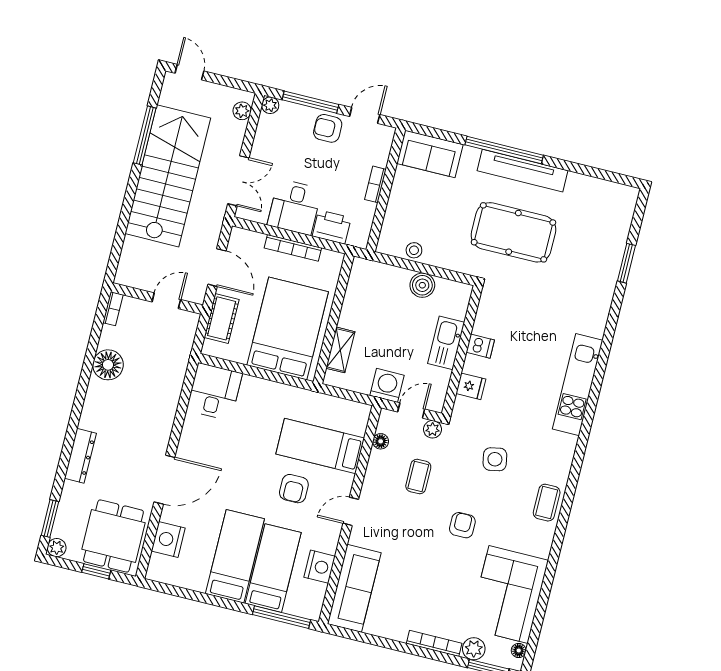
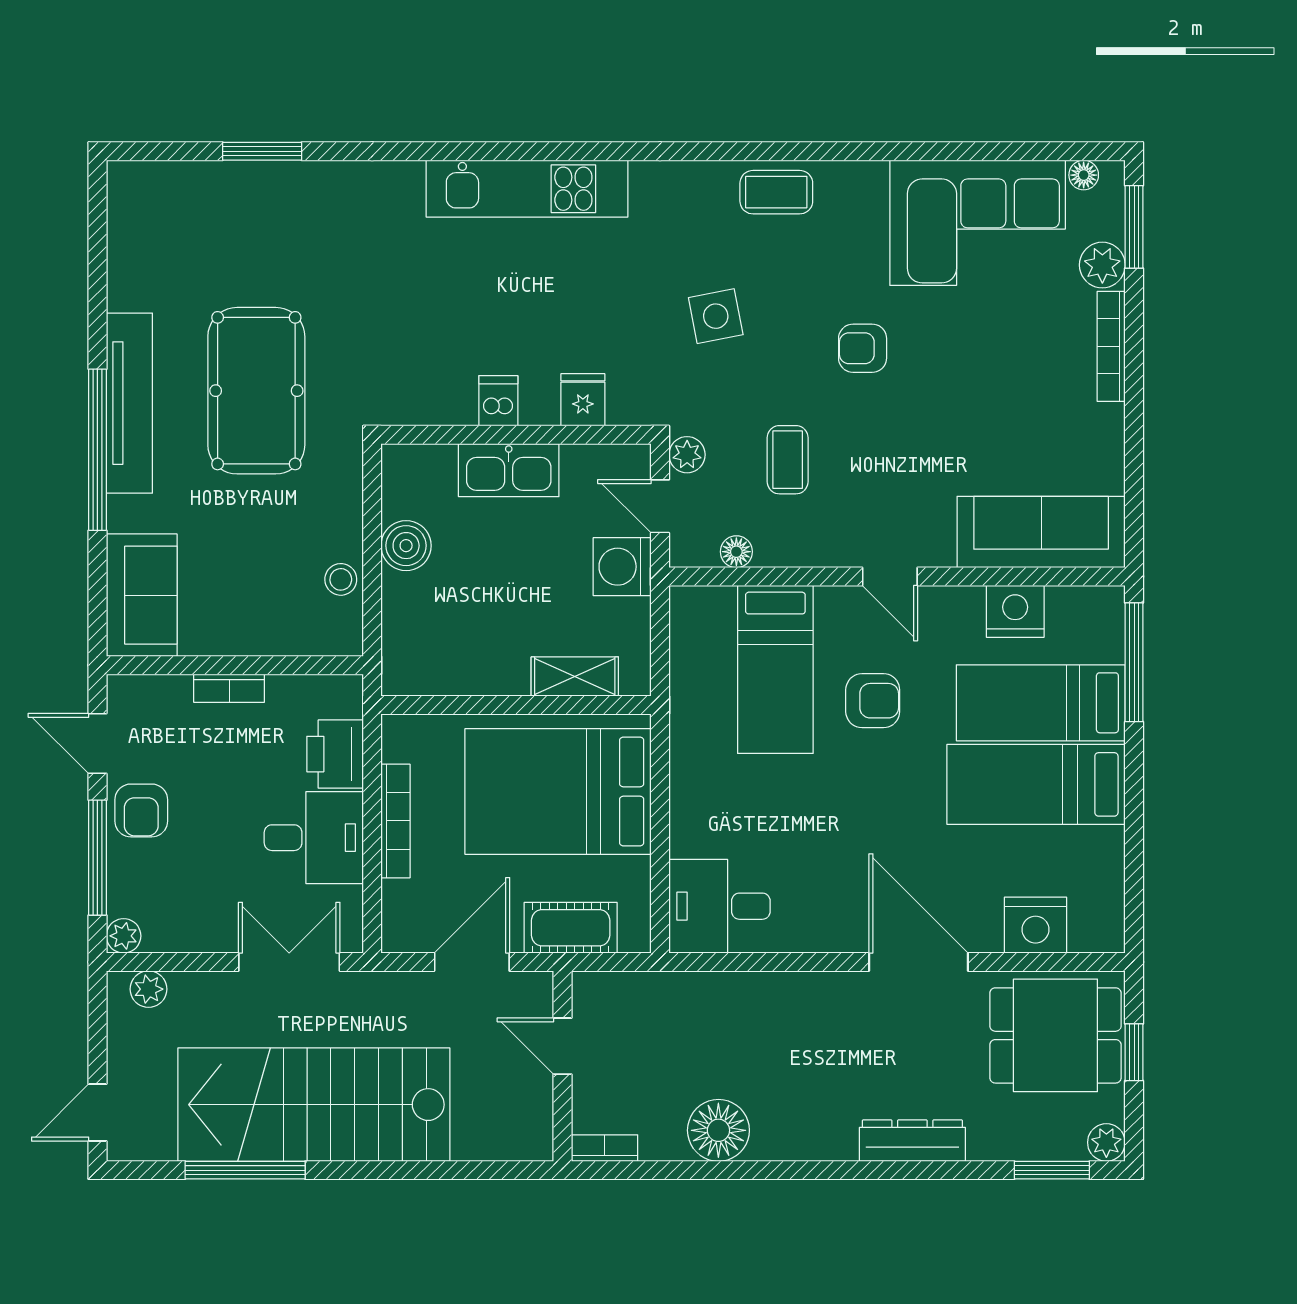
coffee table: (418, 477) -> (788, 460), turned 90

